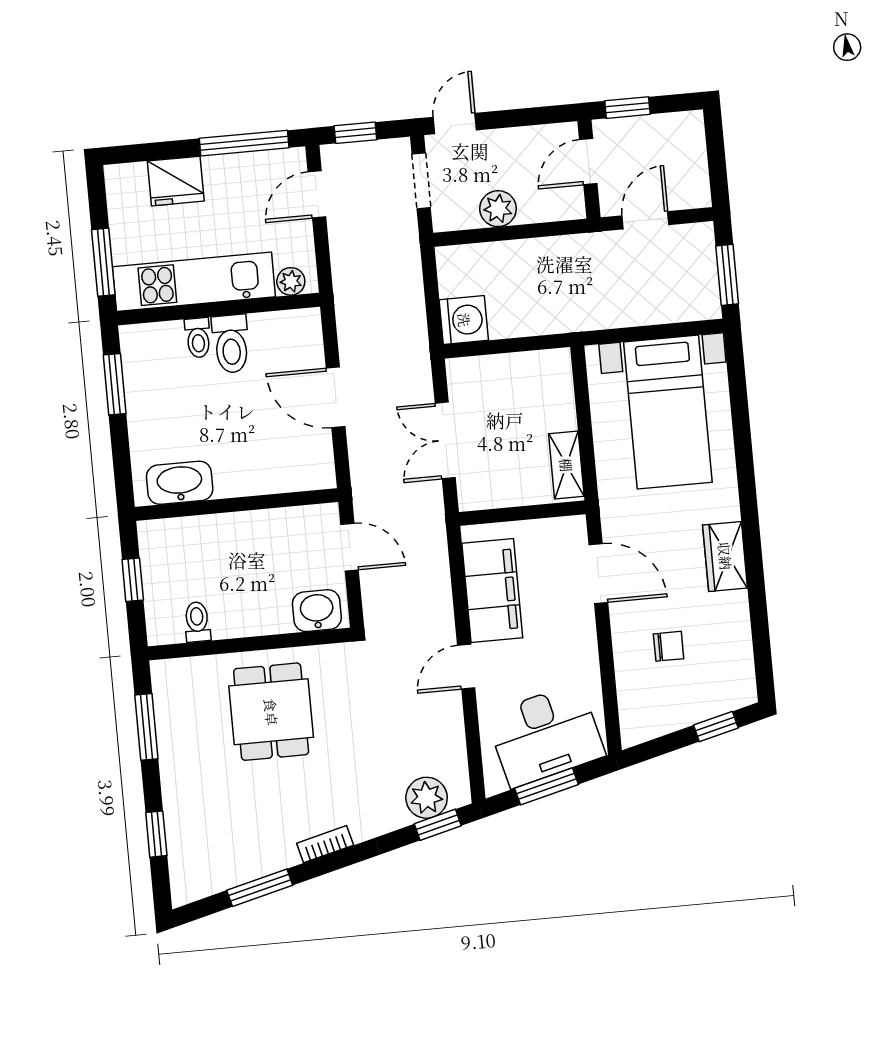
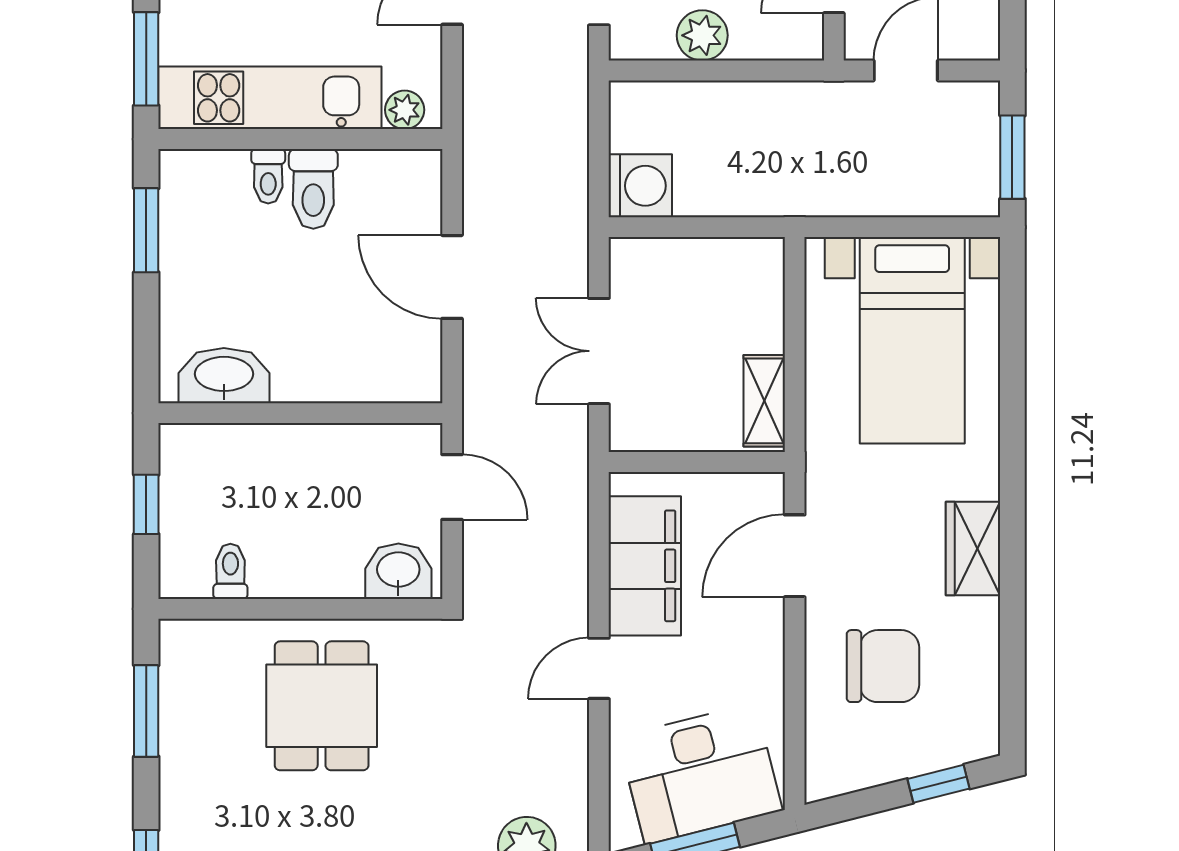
door: (598, 573) -> (795, 556), swing flipped
chair: (669, 646) -> (883, 666), width x1.87, depth x1.87

